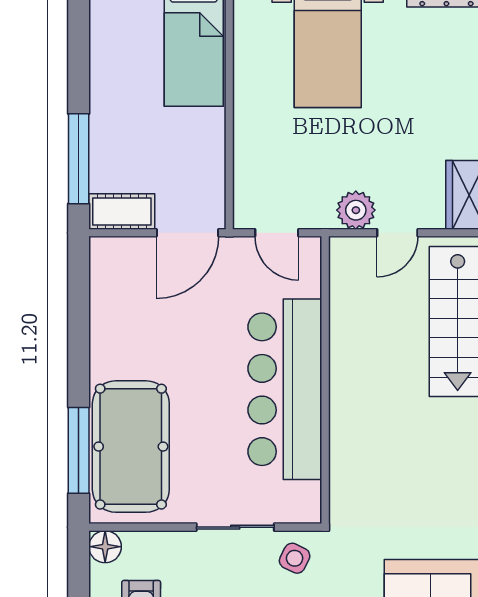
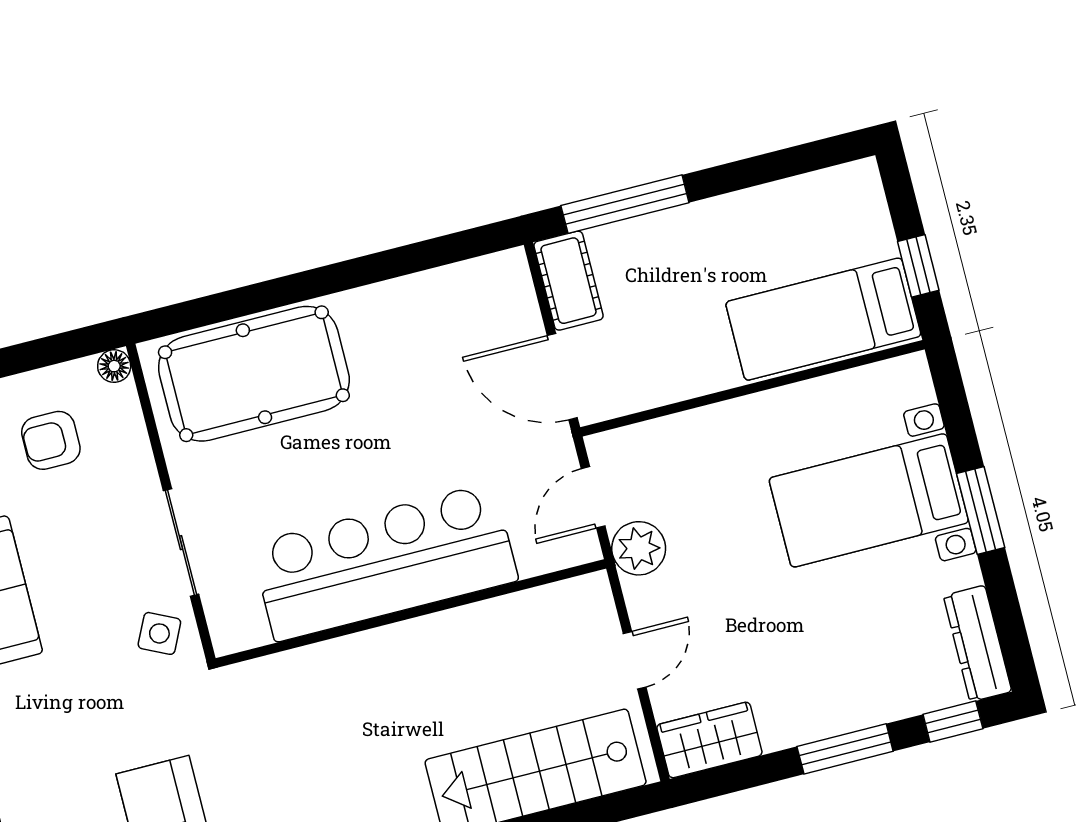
plant: (356, 210) -> (639, 548), moved
door: (397, 233) -> (635, 660), swing flipped
window: (79, 450) -> (231, 305), removed
floor lamp: (105, 547) -> (114, 366), width x0.73, depth x0.73

